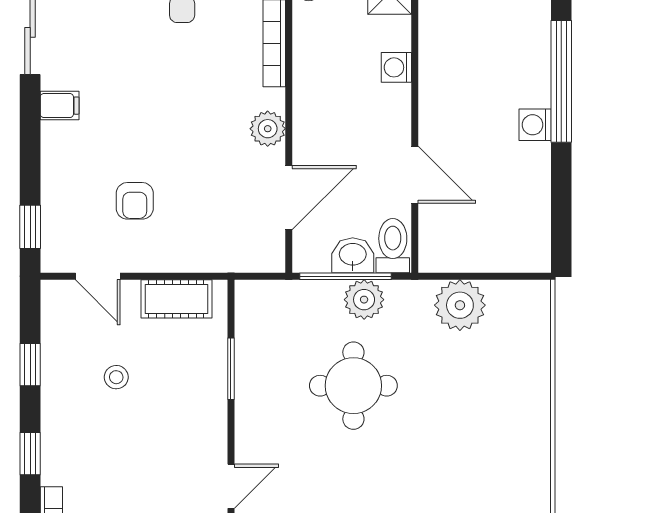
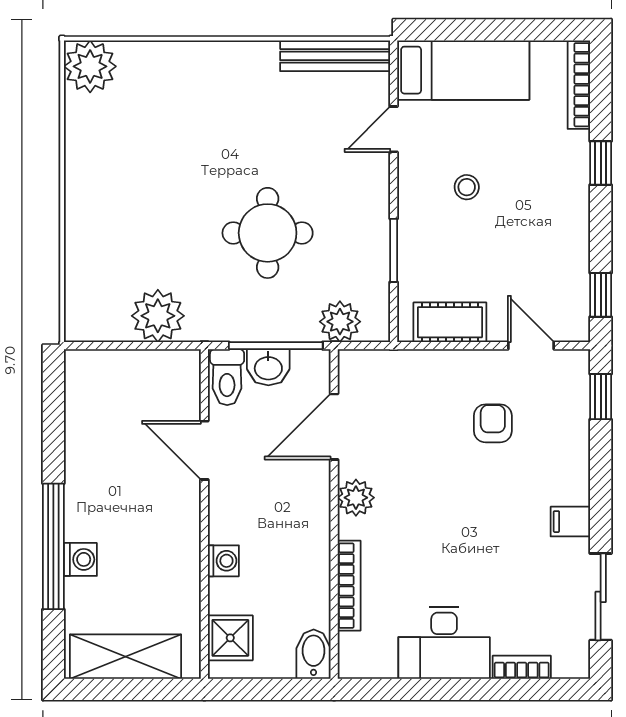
washing machine: (535, 125) -> (80, 559), moved
plant: (364, 300) -> (340, 322), moved
window: (30, 365) -> (601, 295), moved
stool: (116, 377) -> (467, 187), moved

